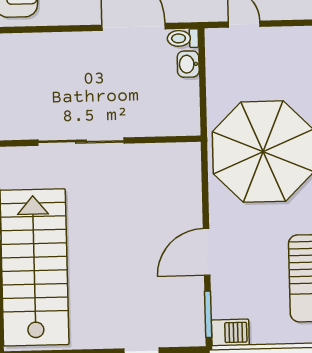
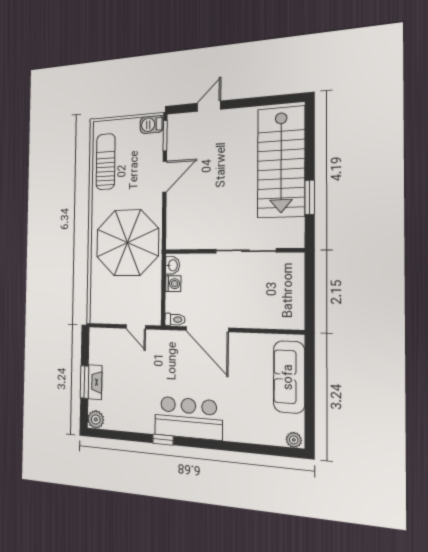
washbasin: (188, 64) -> (172, 265), moved
washing machine: (188, 91) -> (173, 284), added

